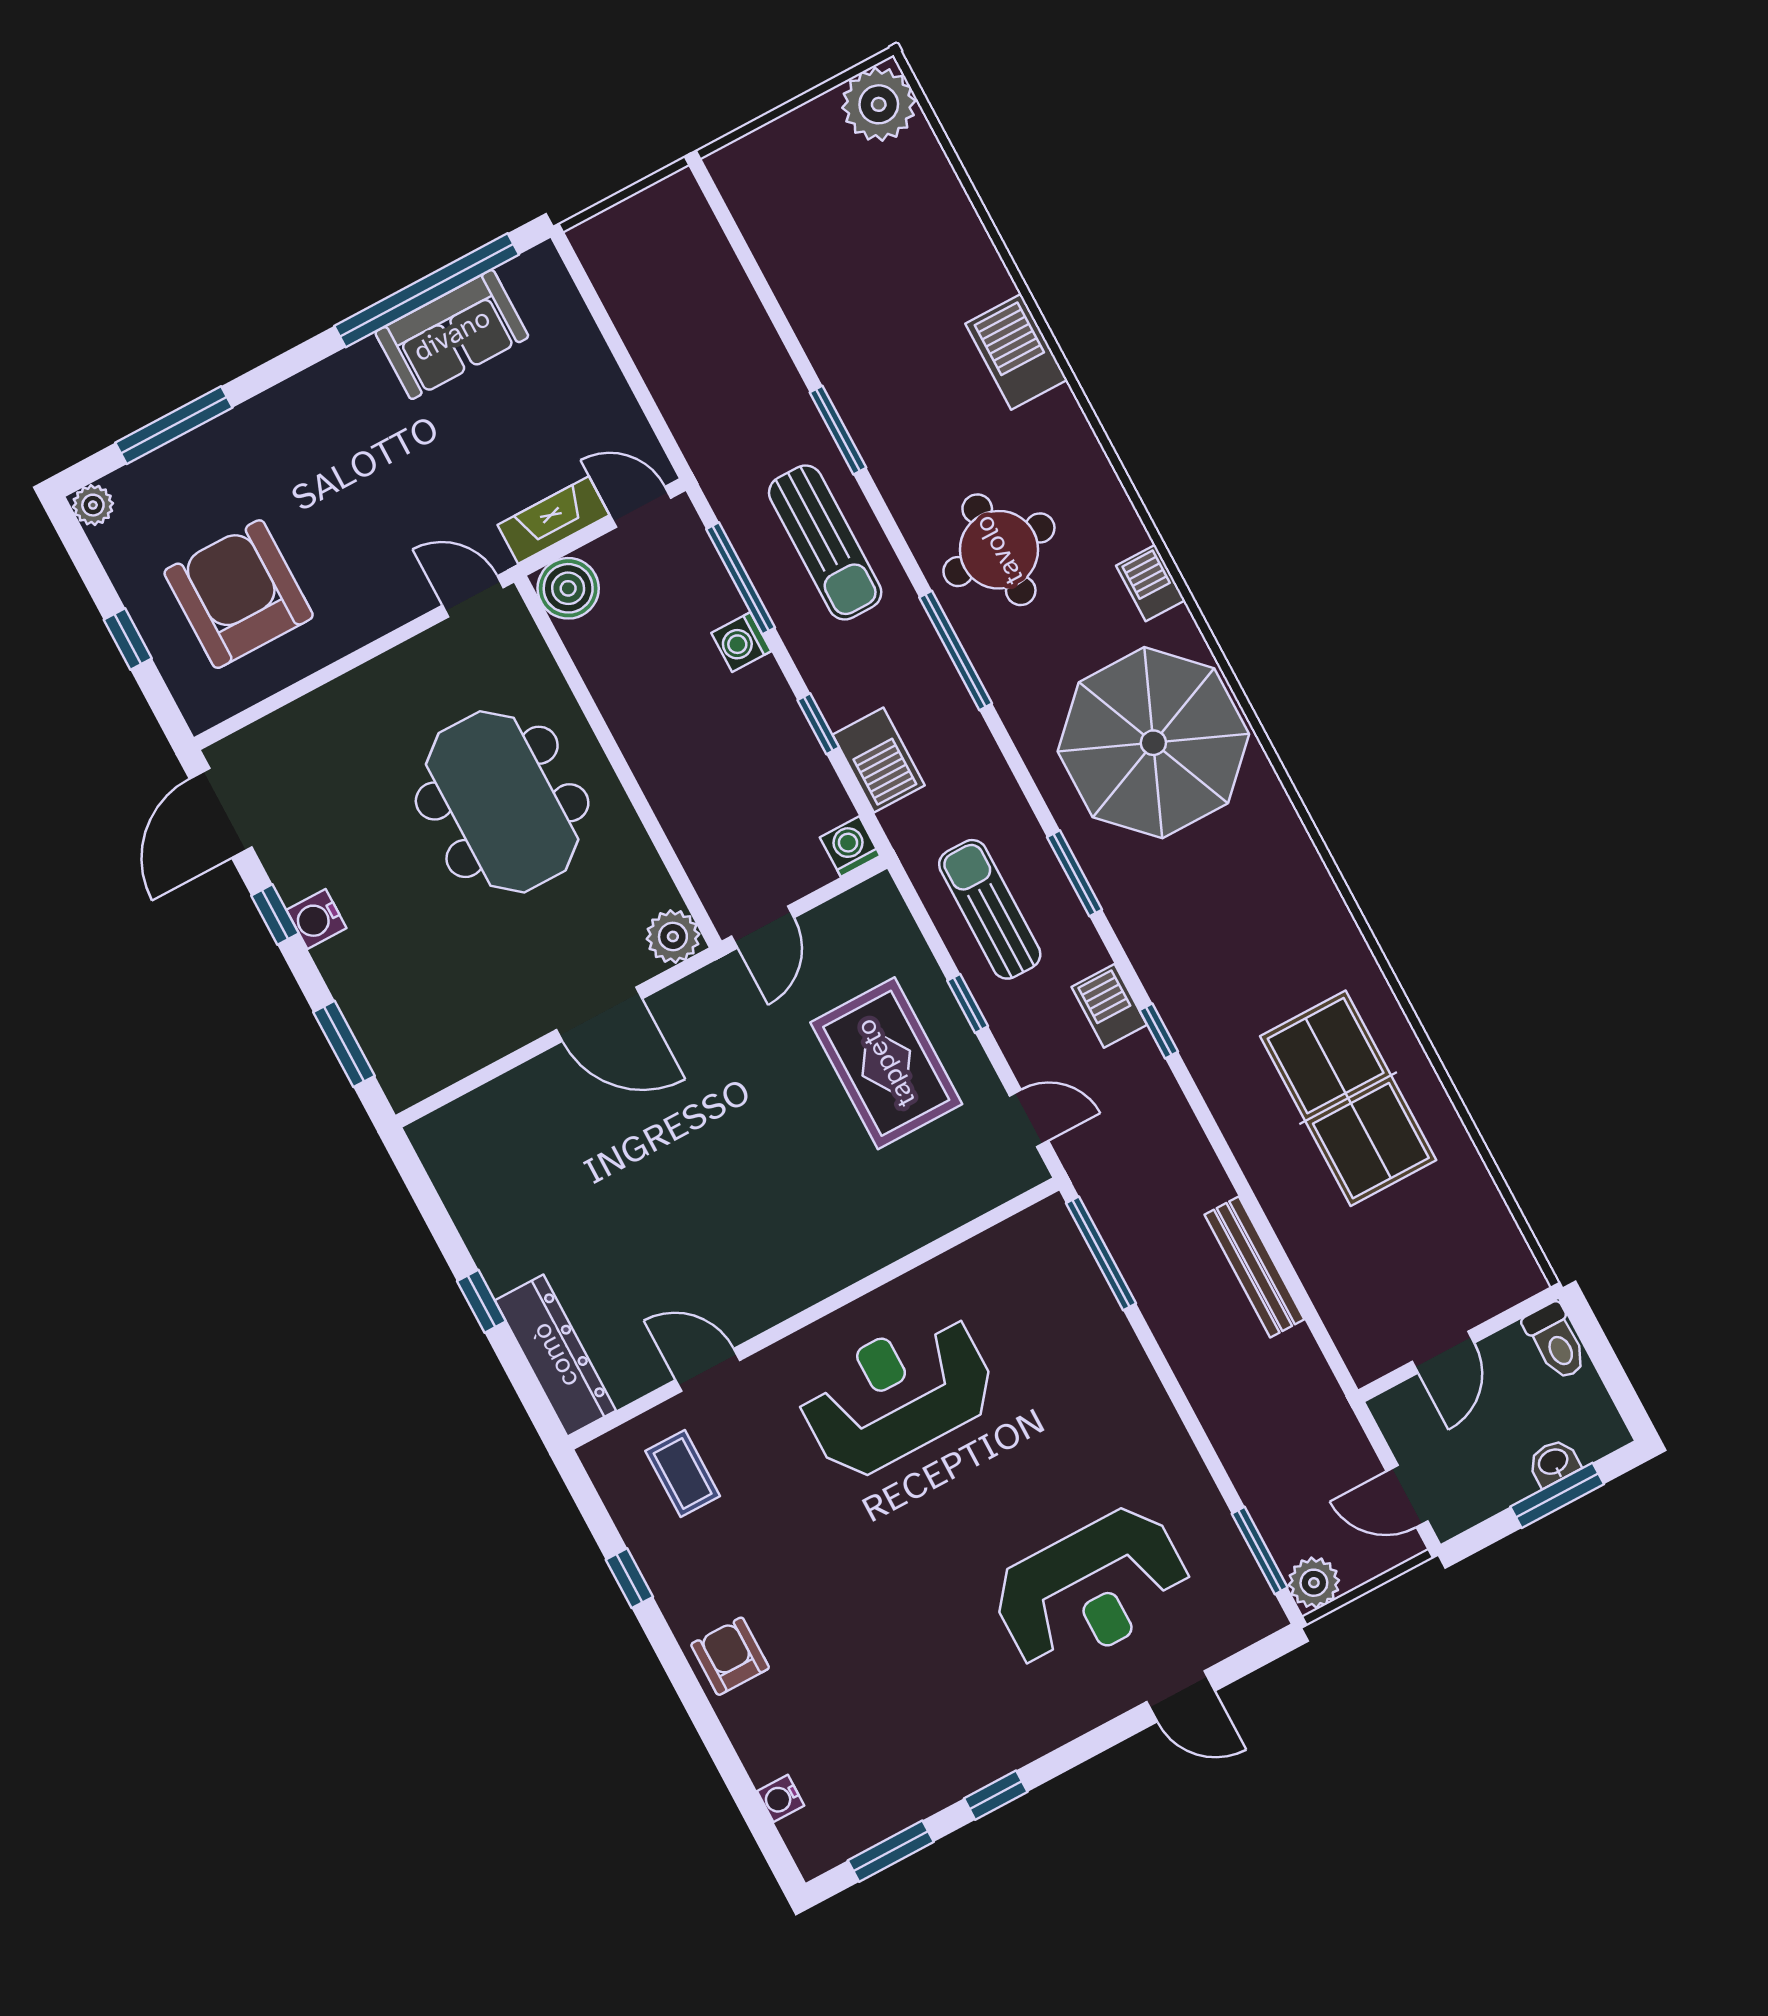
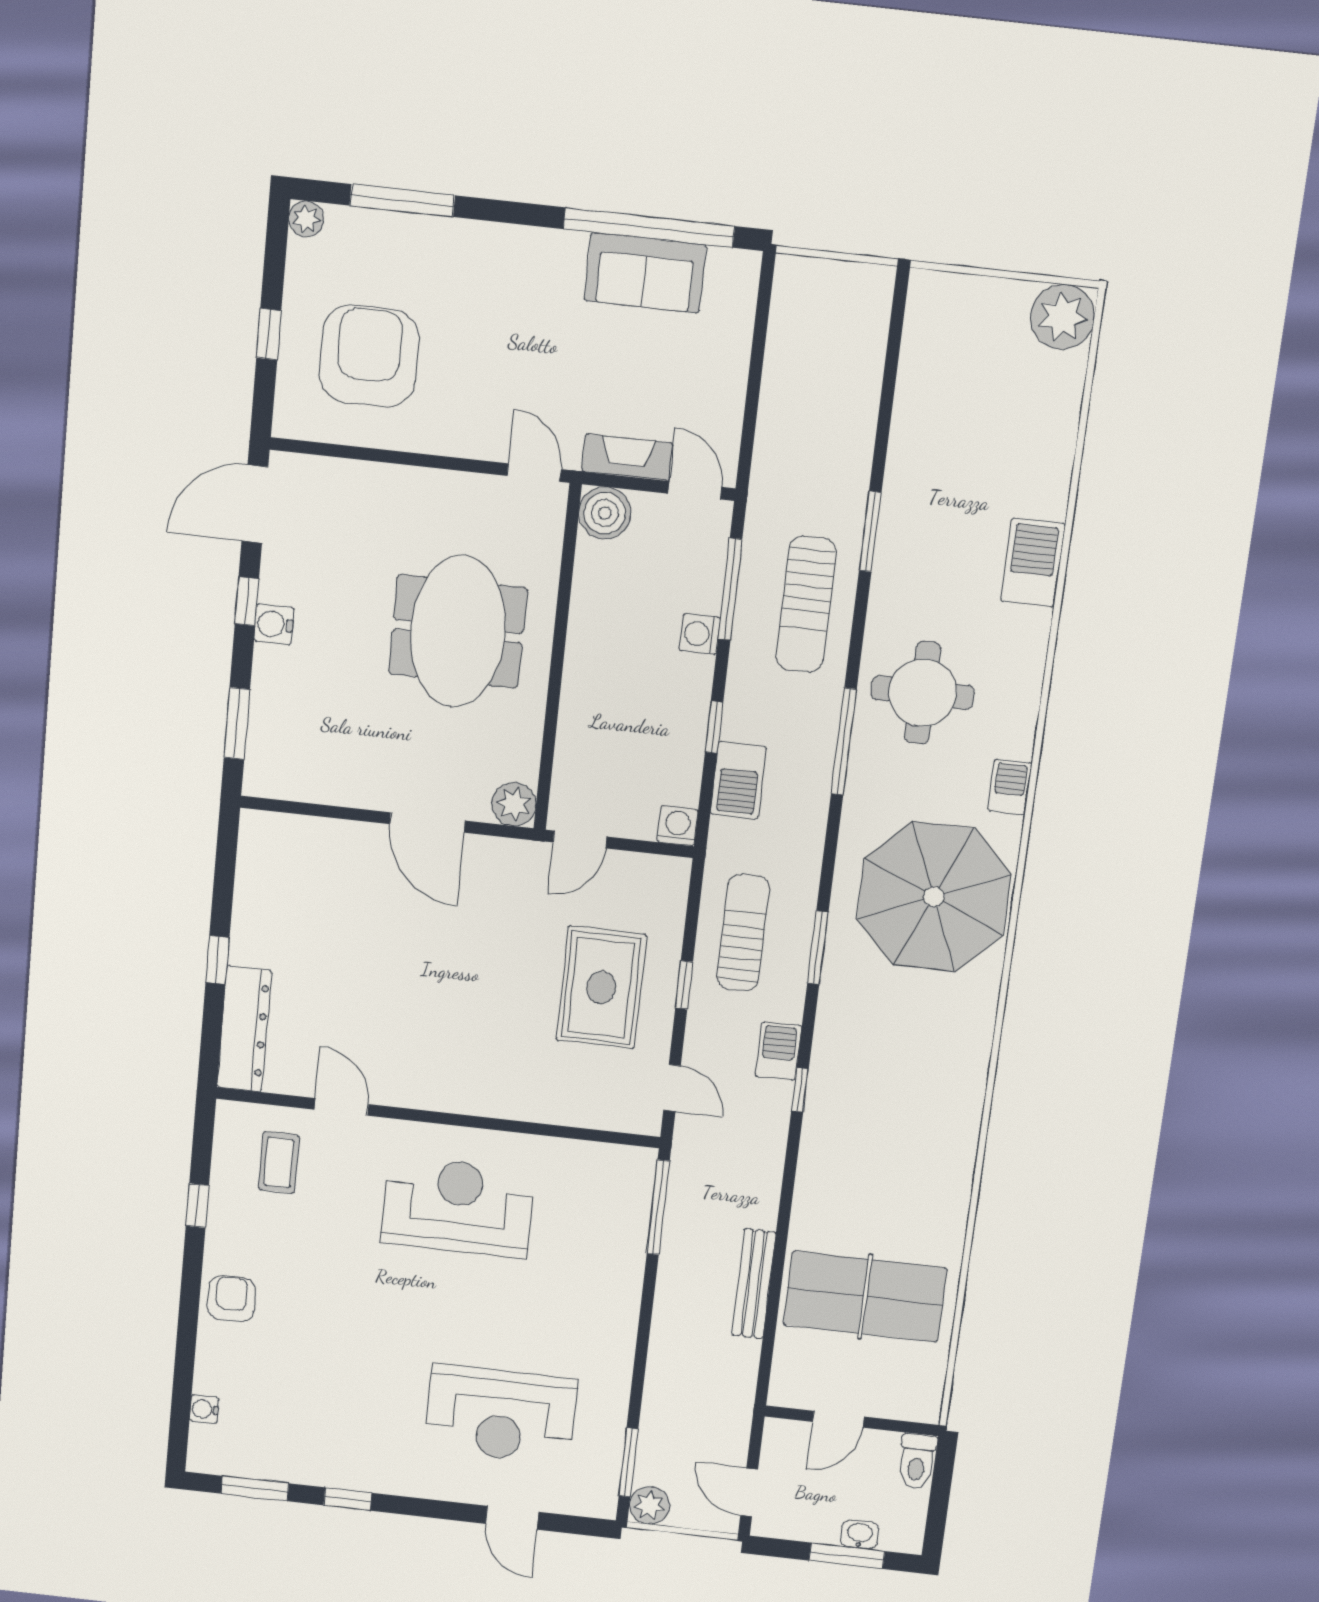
table tennis table: (1348, 1098) -> (865, 1297), moved, turned 90

